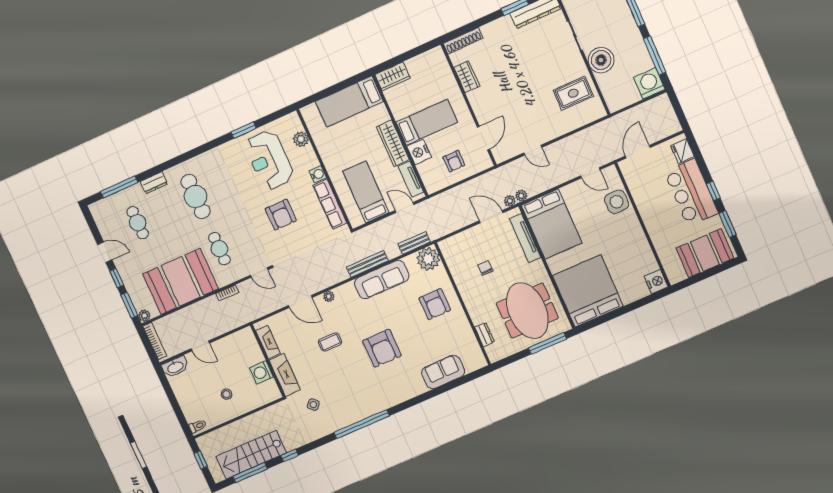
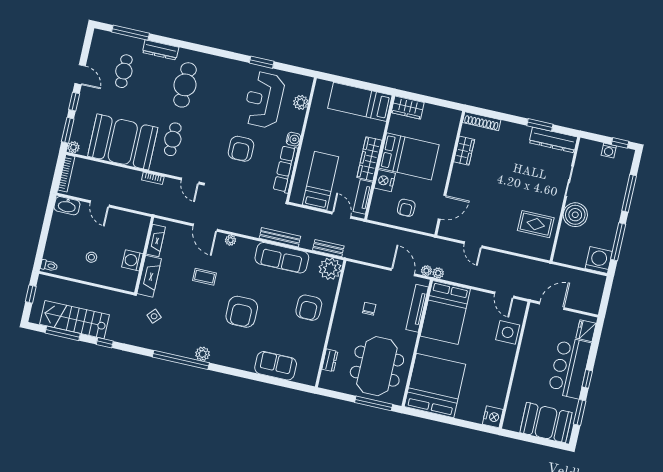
bed: (427, 122) -> (409, 156), width x1.50
dresser: (154, 183) -> (161, 50), width x1.44
plant: (376, 406) -> (203, 354), added

